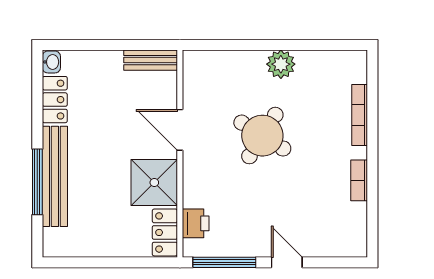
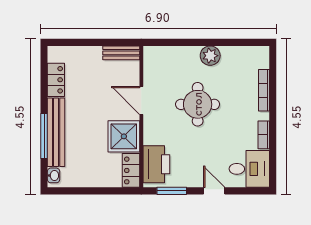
washbasin: (51, 62) -> (54, 175), moved
round table: (262, 136) -> (198, 104), turned -32
printer: (196, 223) -> (156, 164), width x1.87, depth x1.48
desk: (338, 230) -> (249, 169), added
window: (224, 262) -> (172, 191), width x0.69

